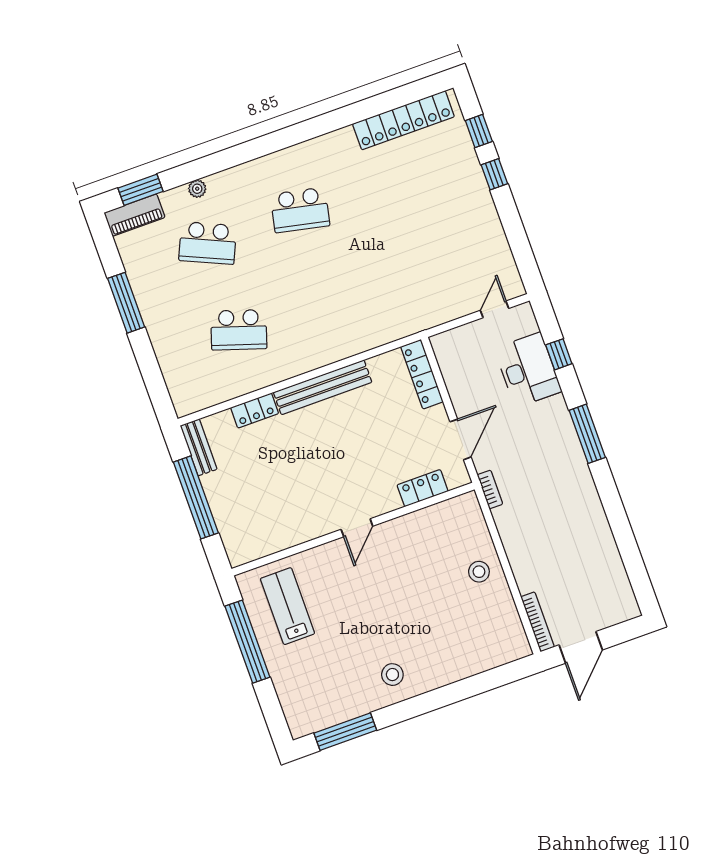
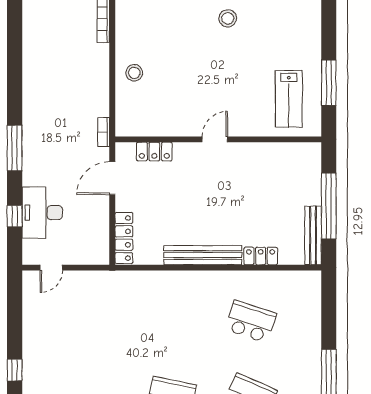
bench: (199, 447) -> (313, 235), width x1.36
window: (247, 642) -> (329, 83), width x0.68

